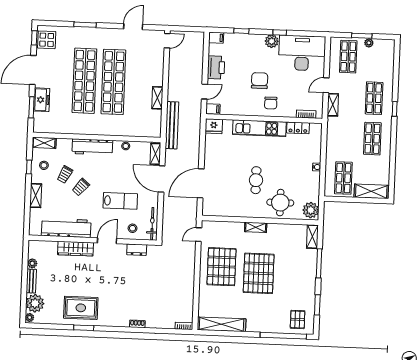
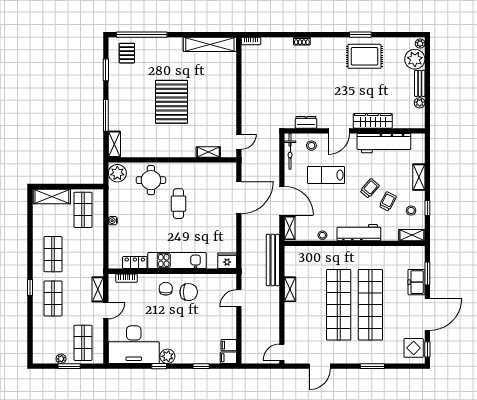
printer: (216, 67) -> (227, 325), removed
chair: (260, 81) -> (189, 292), moved, turned -90
filing cabinet: (213, 109) -> (229, 345), moved
shelving: (256, 227) -> (208, 152), moved
pallet: (222, 267) -> (212, 107), removed

